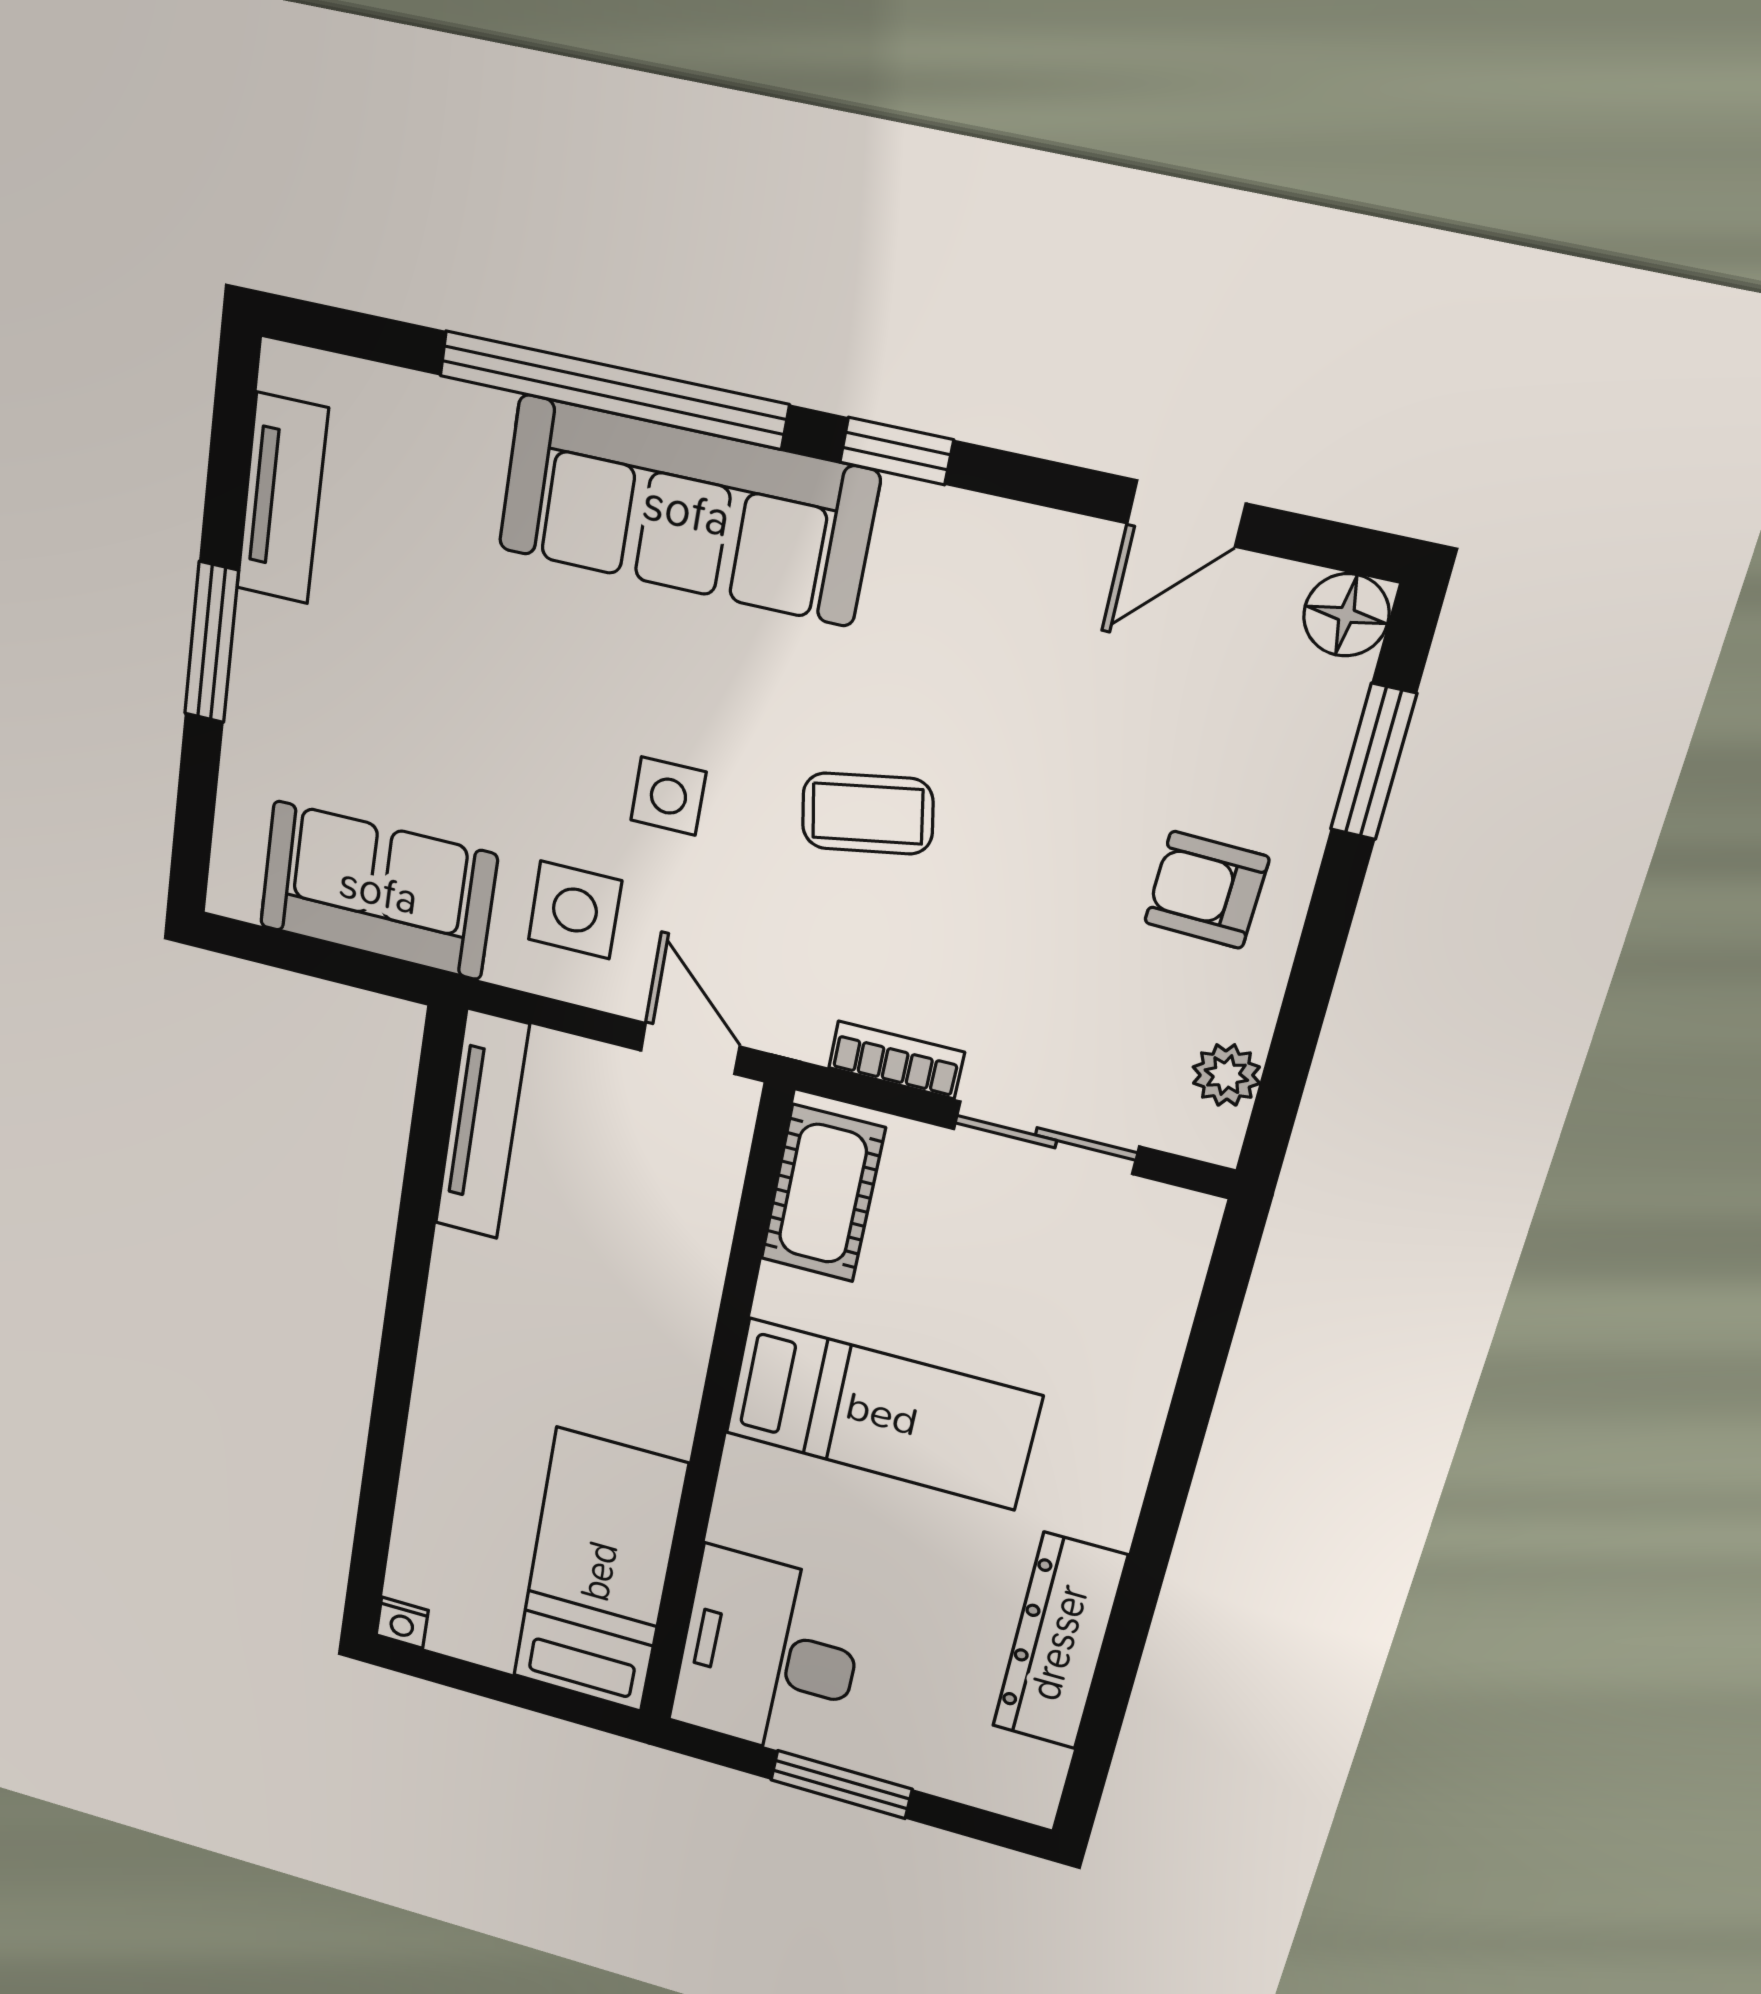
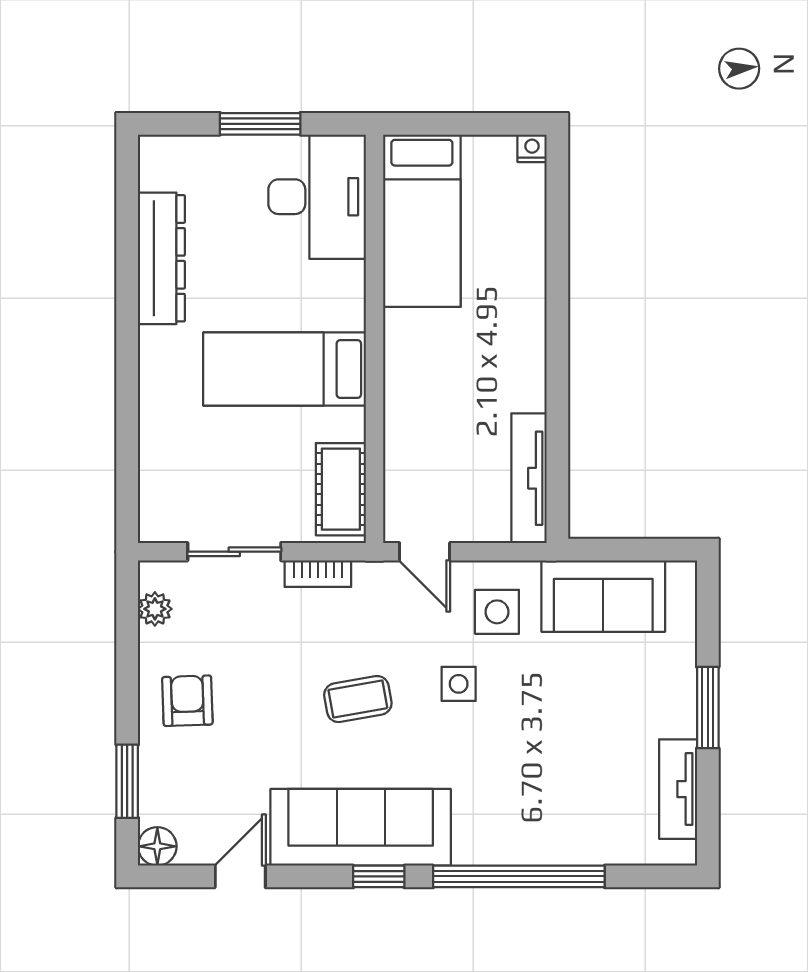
sofa: (686, 511) -> (361, 827), moved
armchair: (1207, 890) -> (187, 701), turned -94

